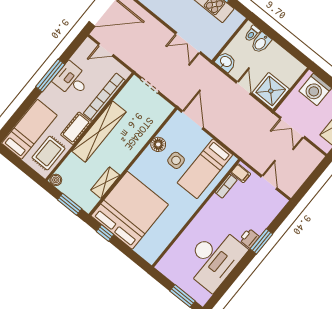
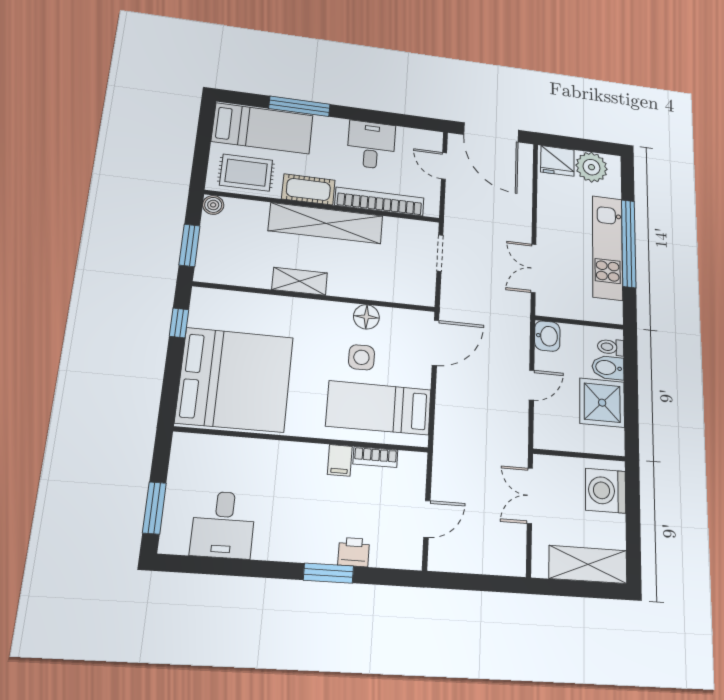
window: (50, 76) -> (299, 106), moved
shower: (271, 91) -> (602, 403), moved
filing cabinet: (241, 173) -> (340, 460), moved
shelving: (105, 183) -> (300, 281), moved
bed: (130, 210) -> (235, 380), moved
printer: (249, 238) -> (354, 552), moved
desk: (214, 259) -> (223, 525), width x0.53, depth x0.77

